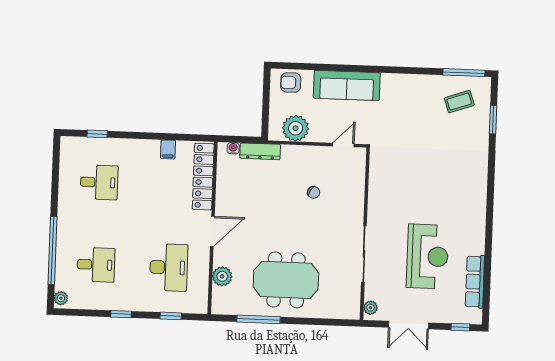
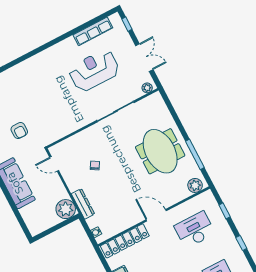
armchair: (291, 83) -> (19, 131), moved
plant: (296, 128) -> (66, 209), moved
dresser: (260, 151) -> (83, 204), moved
plant: (222, 276) -> (195, 185), moved

